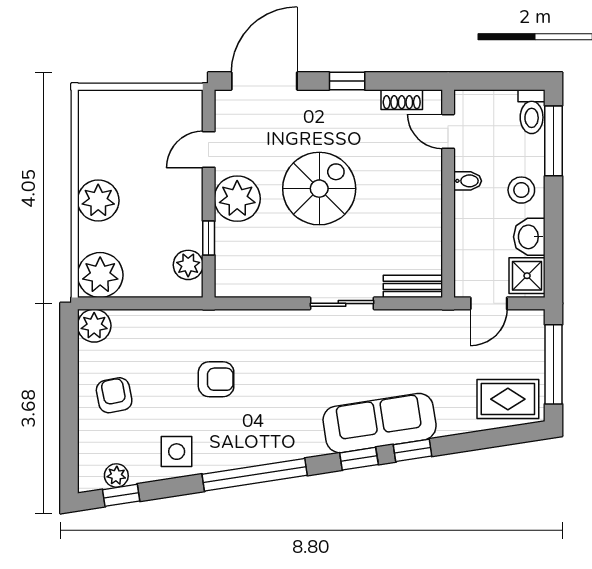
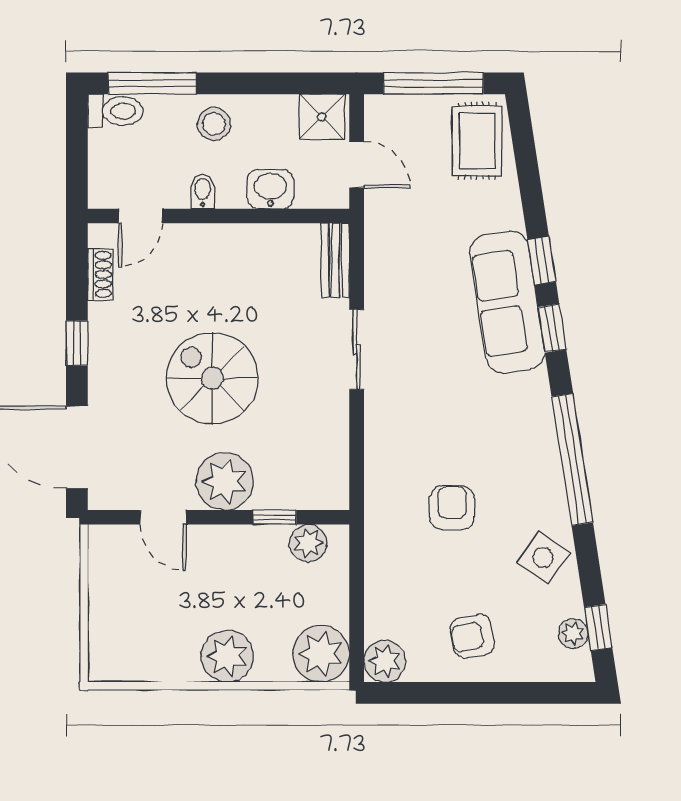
washbasin: (529, 237) -> (270, 189), moved, turned 180
side table: (177, 452) -> (543, 558), turned 35

